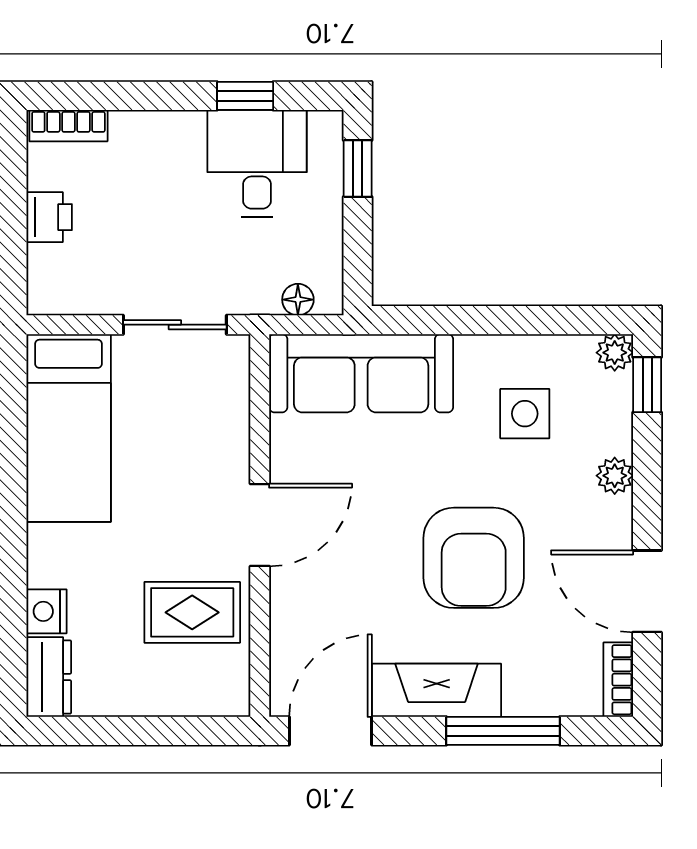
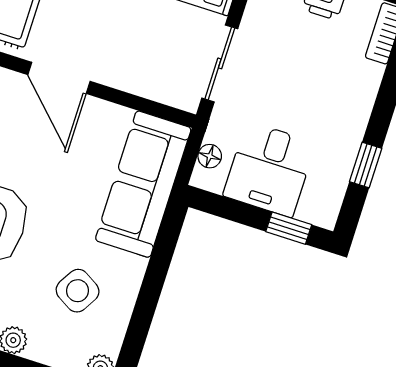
desk: (257, 164) -> (269, 169), moved, turned 90
side table: (525, 414) -> (78, 291), turned 31

